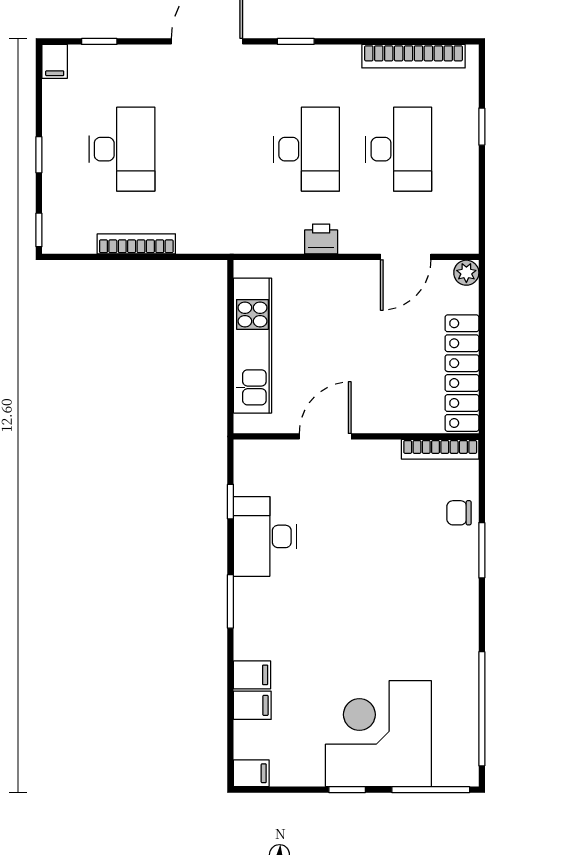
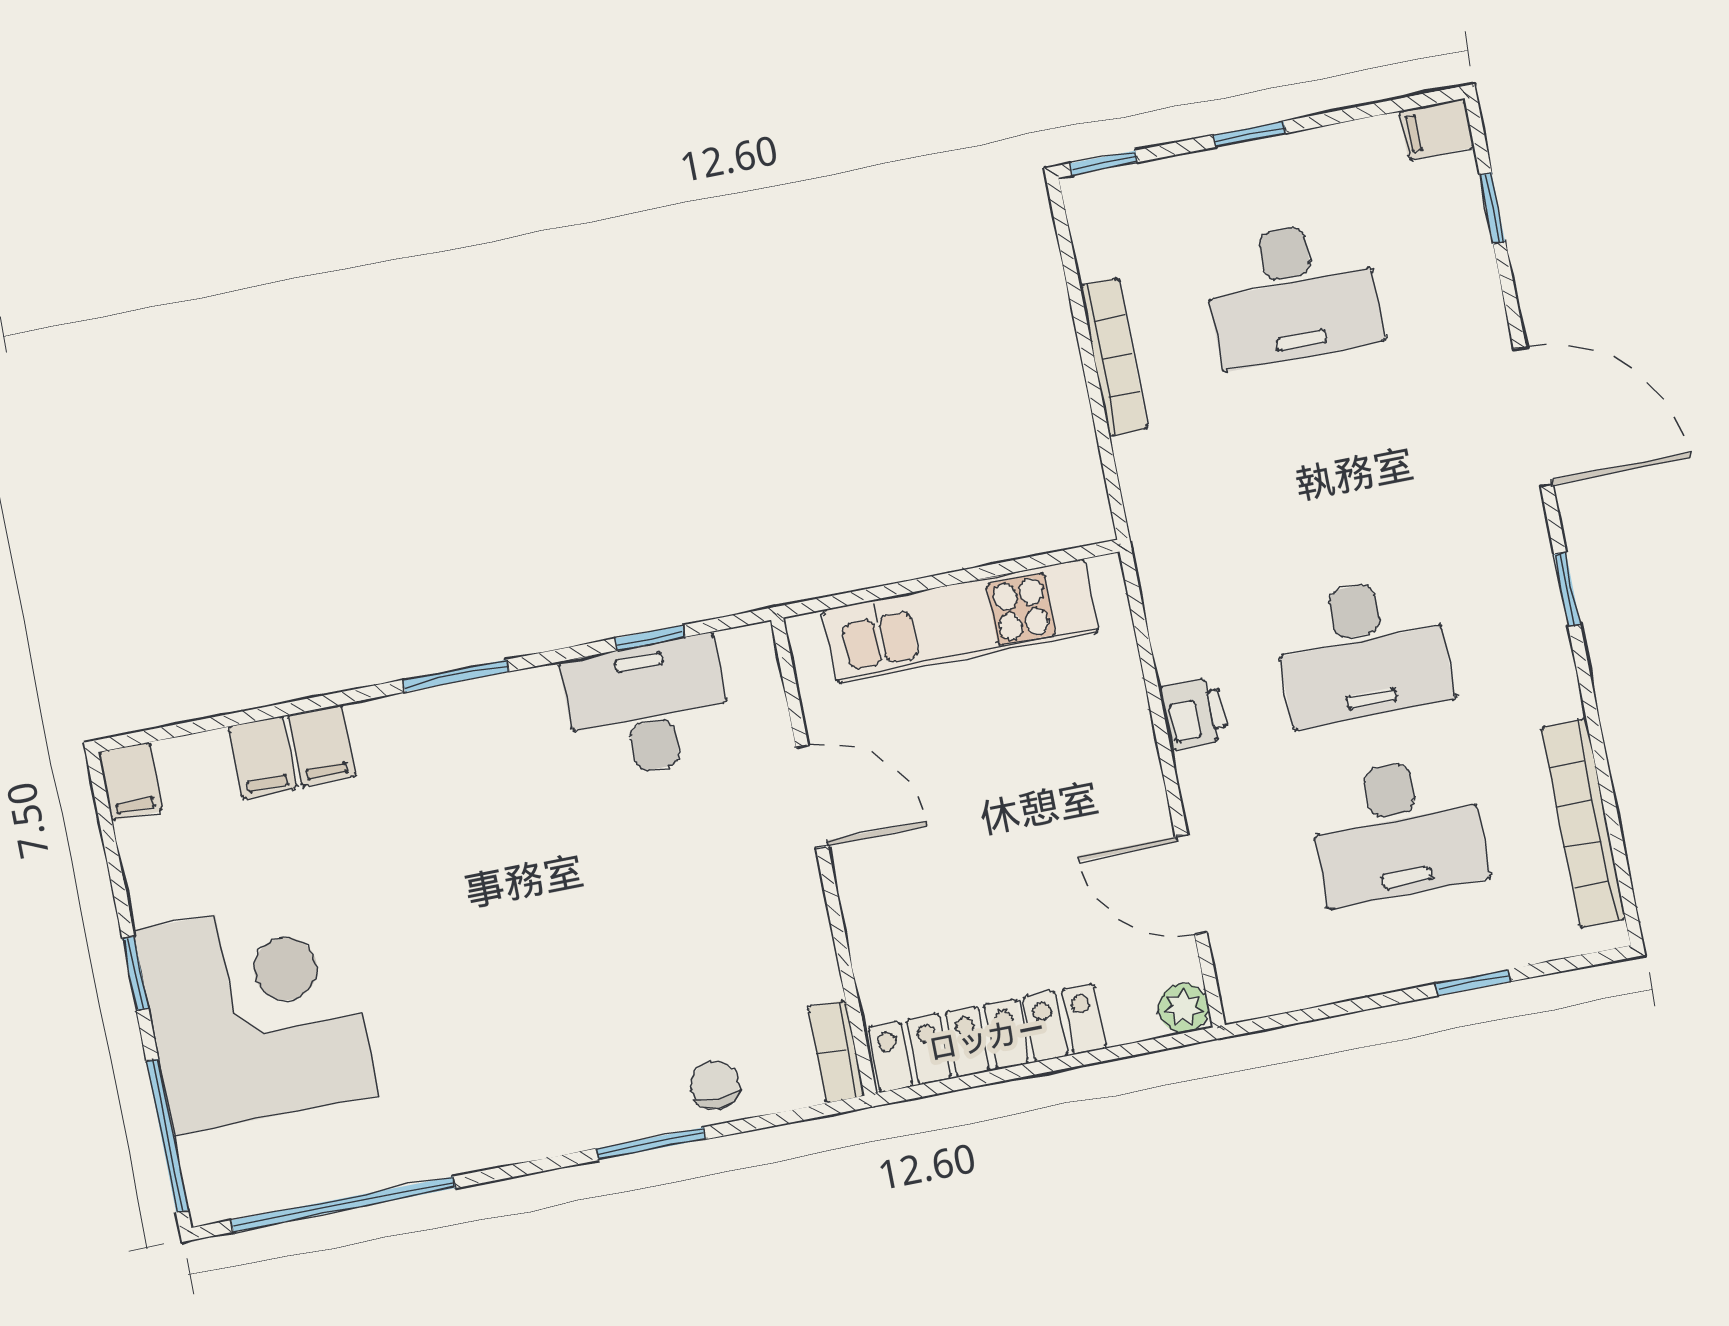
bookcase: (440, 449) -> (836, 1052), width x0.64
desk: (265, 536) -> (647, 707), moved

